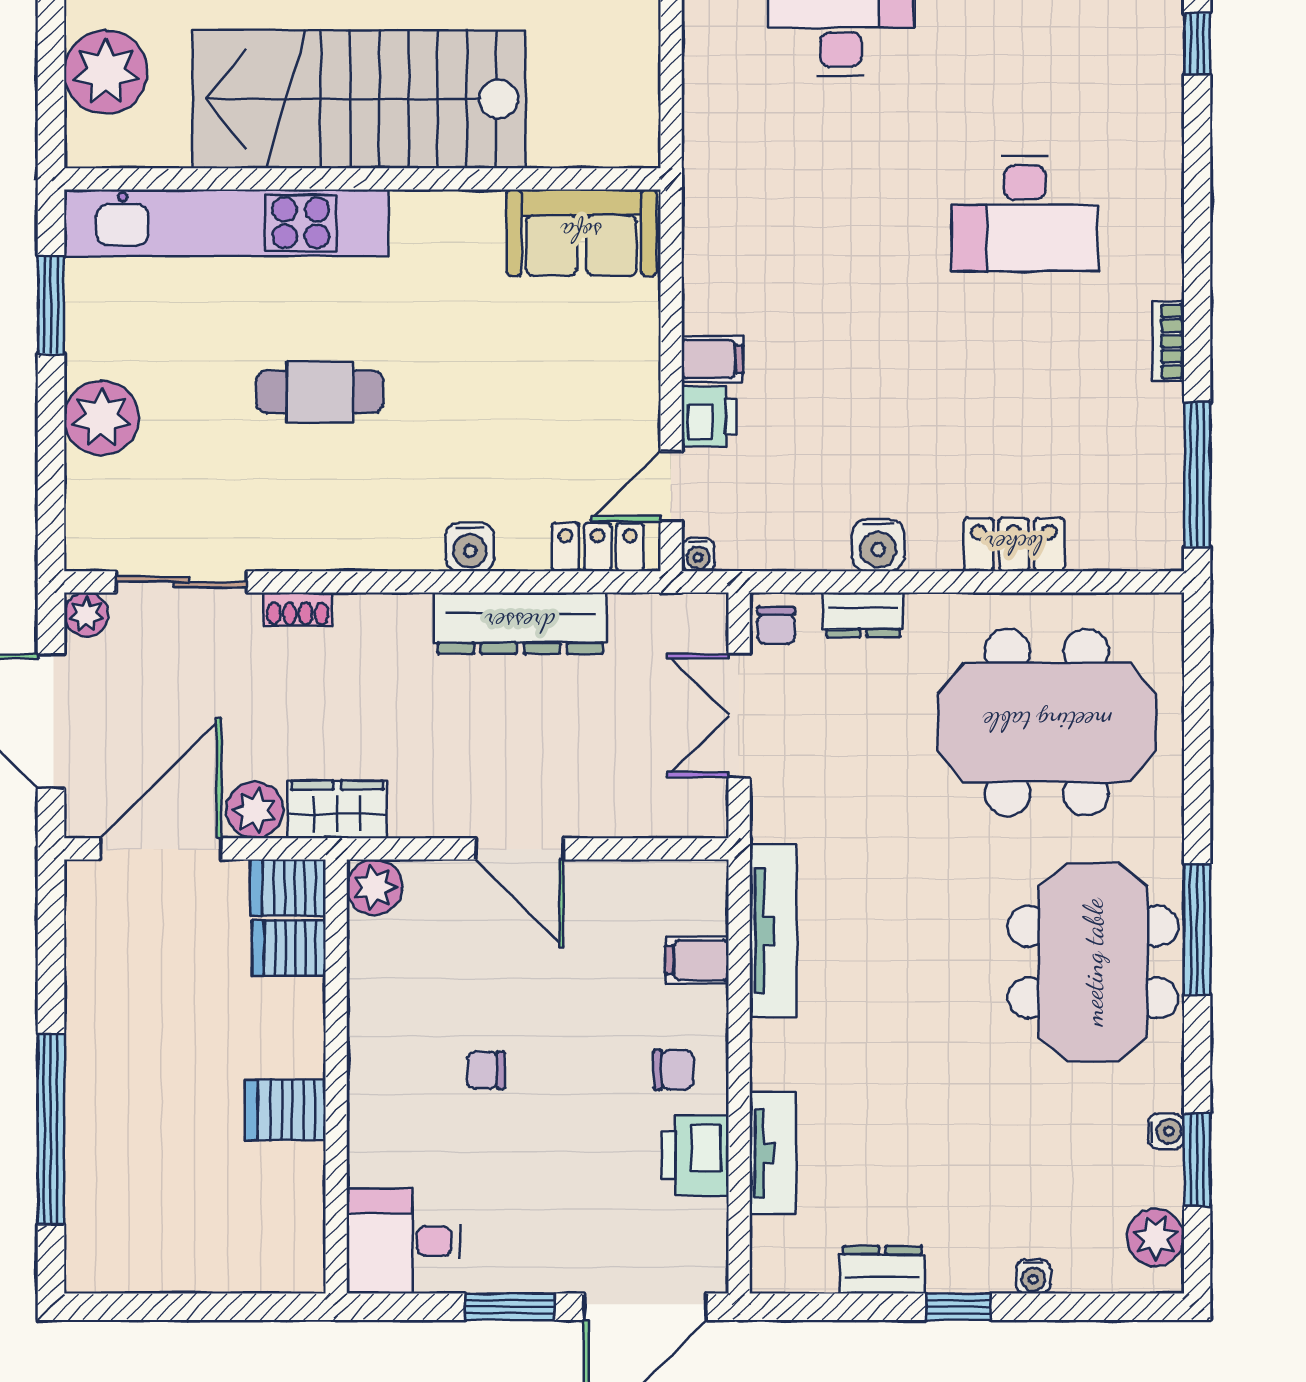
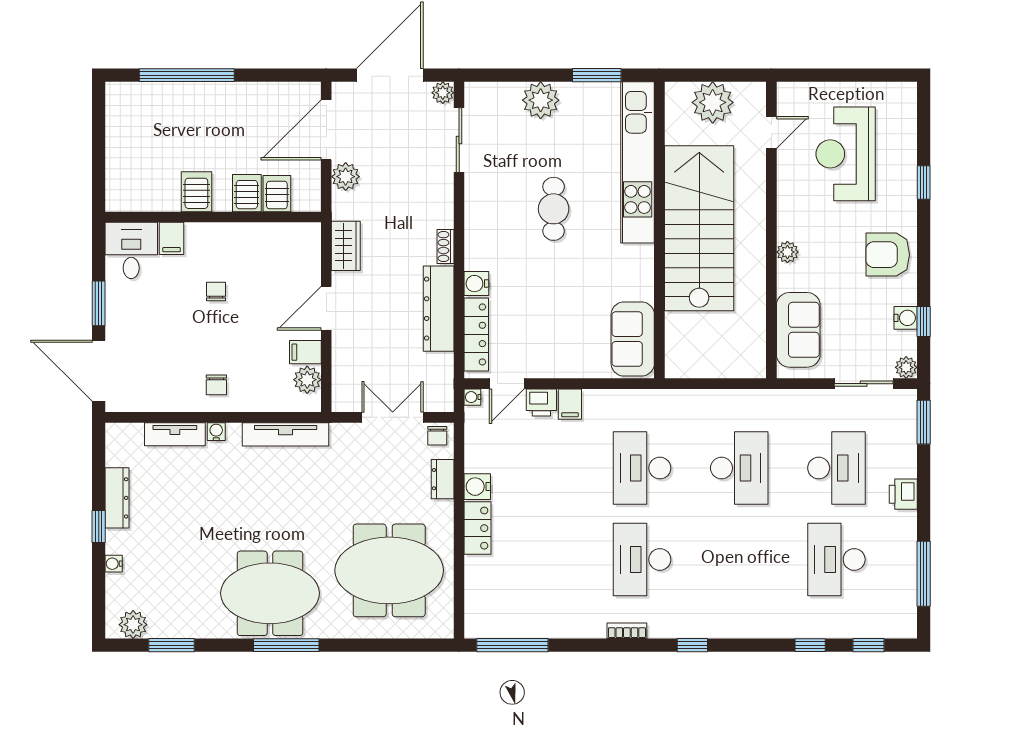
window: (1197, 44) -> (692, 645), moved
desk: (841, 214) -> (642, 468), added
bookcase: (1168, 341) -> (627, 631), moved
door: (671, 486) -> (507, 384), swing flipped
locker: (1014, 545) -> (478, 528), moved
locker: (598, 547) -> (476, 334), width x1.53
shoe rack: (298, 609) -> (445, 247), moved
chair: (776, 626) -> (437, 436), turned -90
meeting table: (1047, 722) -> (389, 570), turned 90
wardrobe: (337, 809) -> (346, 246), moved
door: (161, 849) -> (326, 130), swing flipped
plant: (374, 887) -> (307, 380), moved
server rack: (288, 888) -> (247, 193), moved
filing cabinet: (697, 960) -> (305, 352), moved, turned -90
water cooler: (1166, 1131) -> (216, 432), moved, turned 180
printer: (695, 1155) -> (174, 396), removed
filing cabinet: (379, 1160) -> (172, 238), added
dresser: (882, 1270) -> (117, 498), width x1.44

